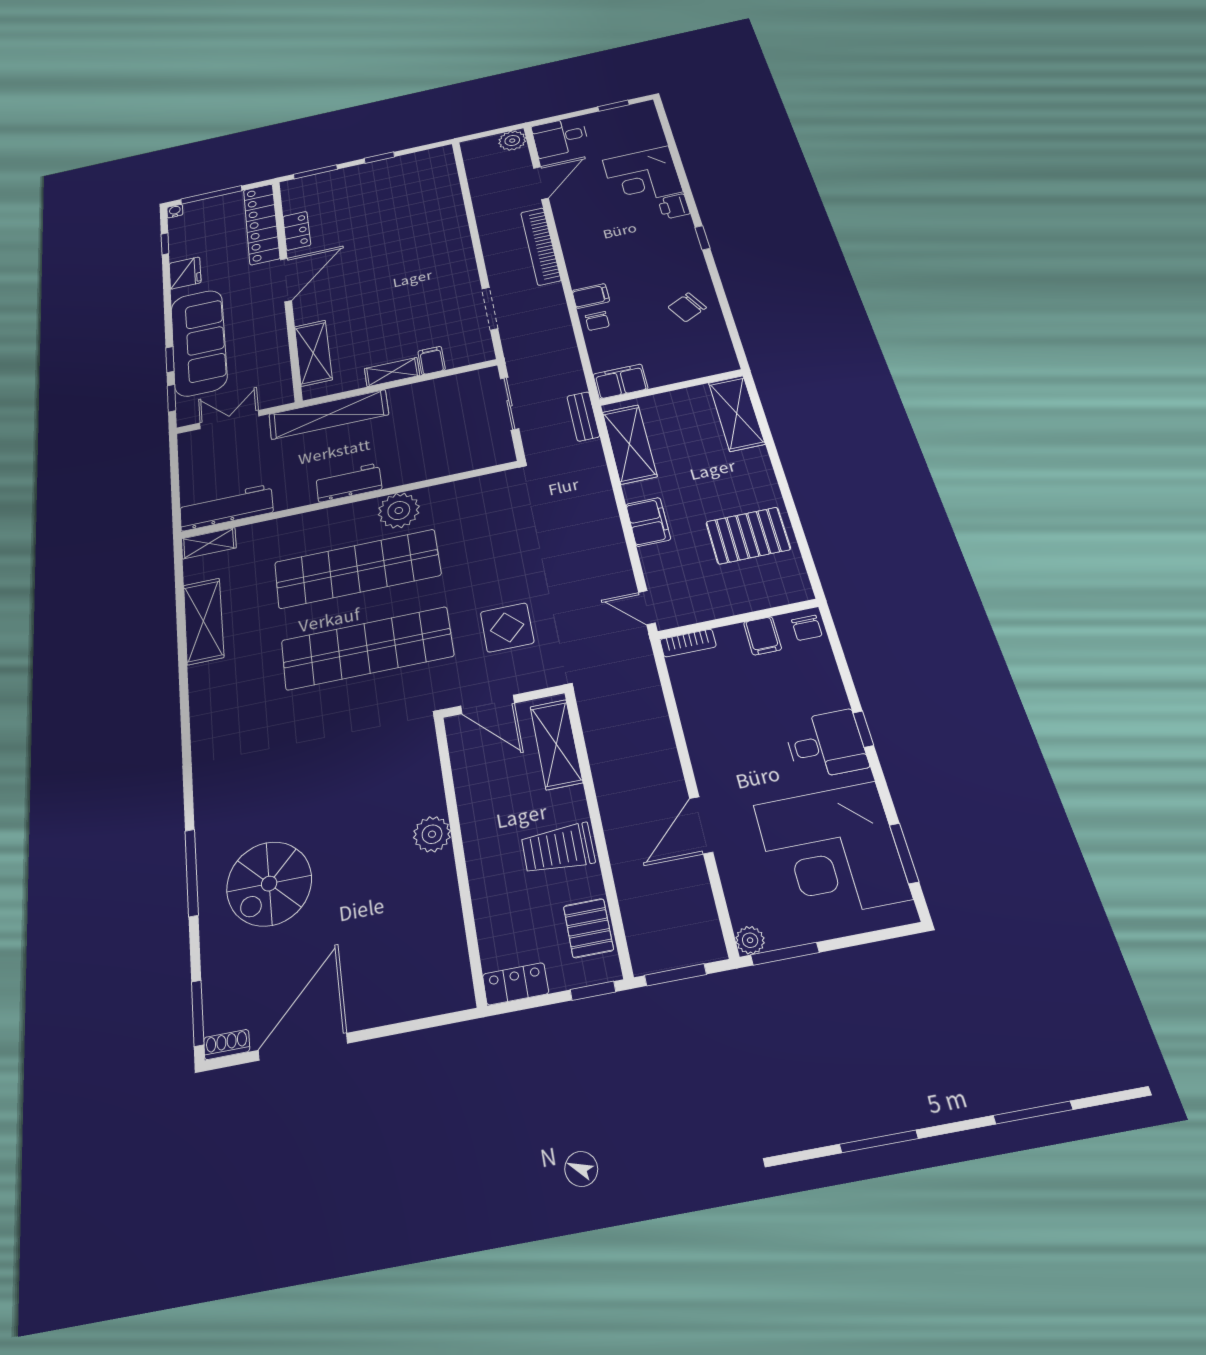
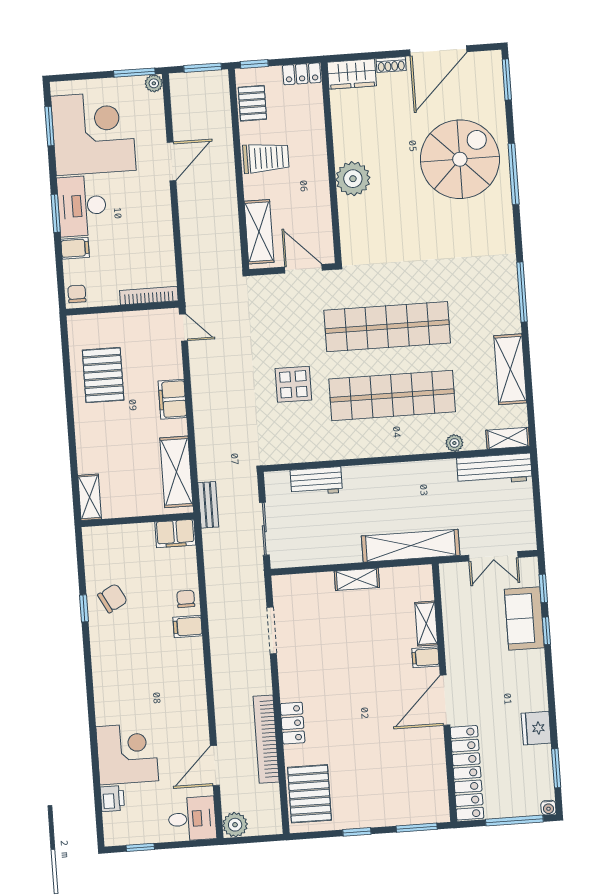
pallet: (433, 178) -> (309, 794), added
printer: (674, 206) -> (112, 799), moved
locker: (297, 231) -> (293, 723), moved, turned 180
window: (702, 238) -> (84, 608), moved
window: (165, 244) -> (556, 768), width x1.50
bookcase: (541, 246) -> (266, 739), moved, turned 180
sofa: (199, 342) -> (524, 618), width x0.54, depth x0.79
shelving: (313, 353) -> (426, 624), width x0.67, depth x0.75
filing cabinet: (432, 360) -> (425, 657), moved, turned 90
shelving: (737, 413) -> (90, 497), width x0.67, depth x0.75
workbench: (349, 483) -> (316, 481), moved
plant: (399, 511) -> (454, 443), moved, width x0.53, depth x0.53
pallet: (748, 536) -> (103, 375), turned 90
display table: (507, 627) -> (293, 384), moved
filing cabinet: (763, 636) -> (75, 248), moved, turned 90
bookcase: (688, 643) -> (149, 296), width x1.56
window: (185, 716) -> (522, 292), added
window: (863, 729) -> (56, 213), width x1.50
desk: (826, 745) -> (82, 206), width x1.37
plant: (432, 834) -> (353, 179), width x1.36, depth x1.36
spiral stairs: (269, 884) -> (460, 159), width x1.37, depth x1.37
wardrobe: (437, 993) -> (352, 74), added
shoe rack: (227, 1045) -> (391, 65), moved

